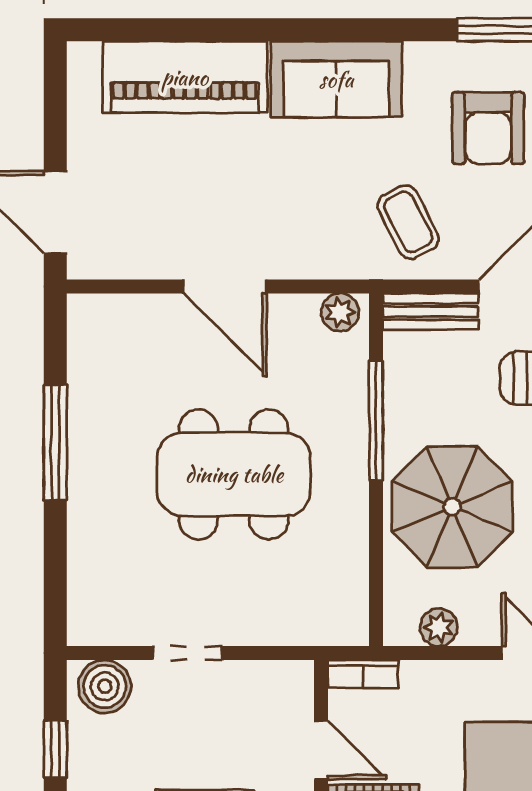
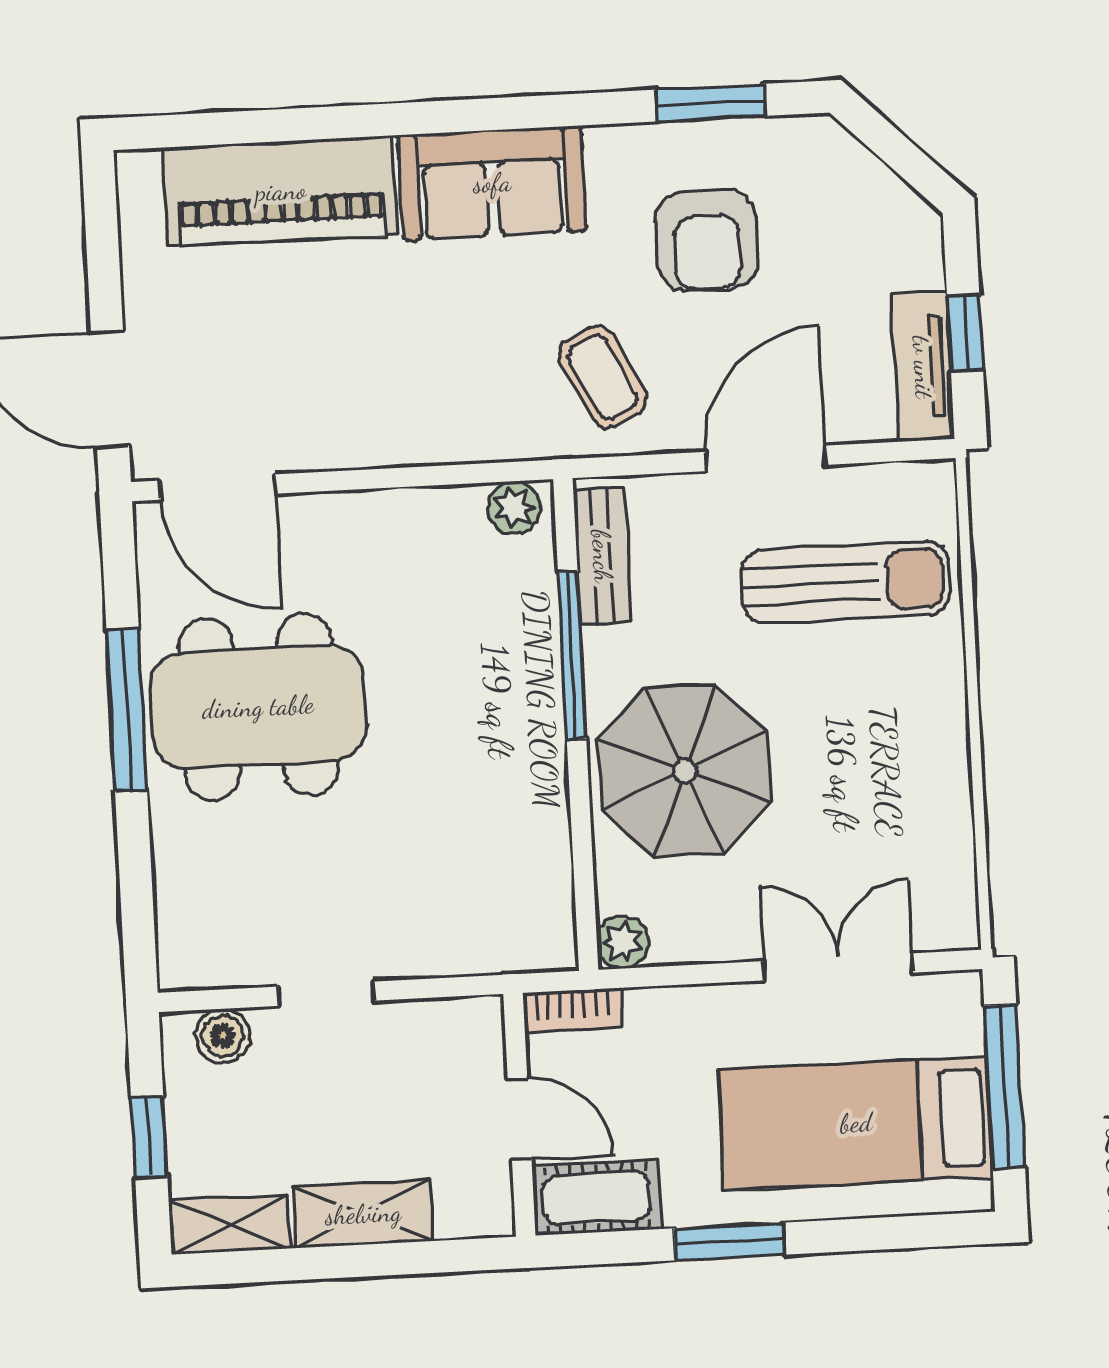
door: (225, 286) -> (218, 487), moved
bench: (431, 312) -> (602, 556), moved, turned 90
dining table: (234, 474) -> (258, 707), moved
plant: (439, 627) -> (623, 942), moved
boiler: (105, 686) -> (223, 1036), width x0.73, depth x0.73

